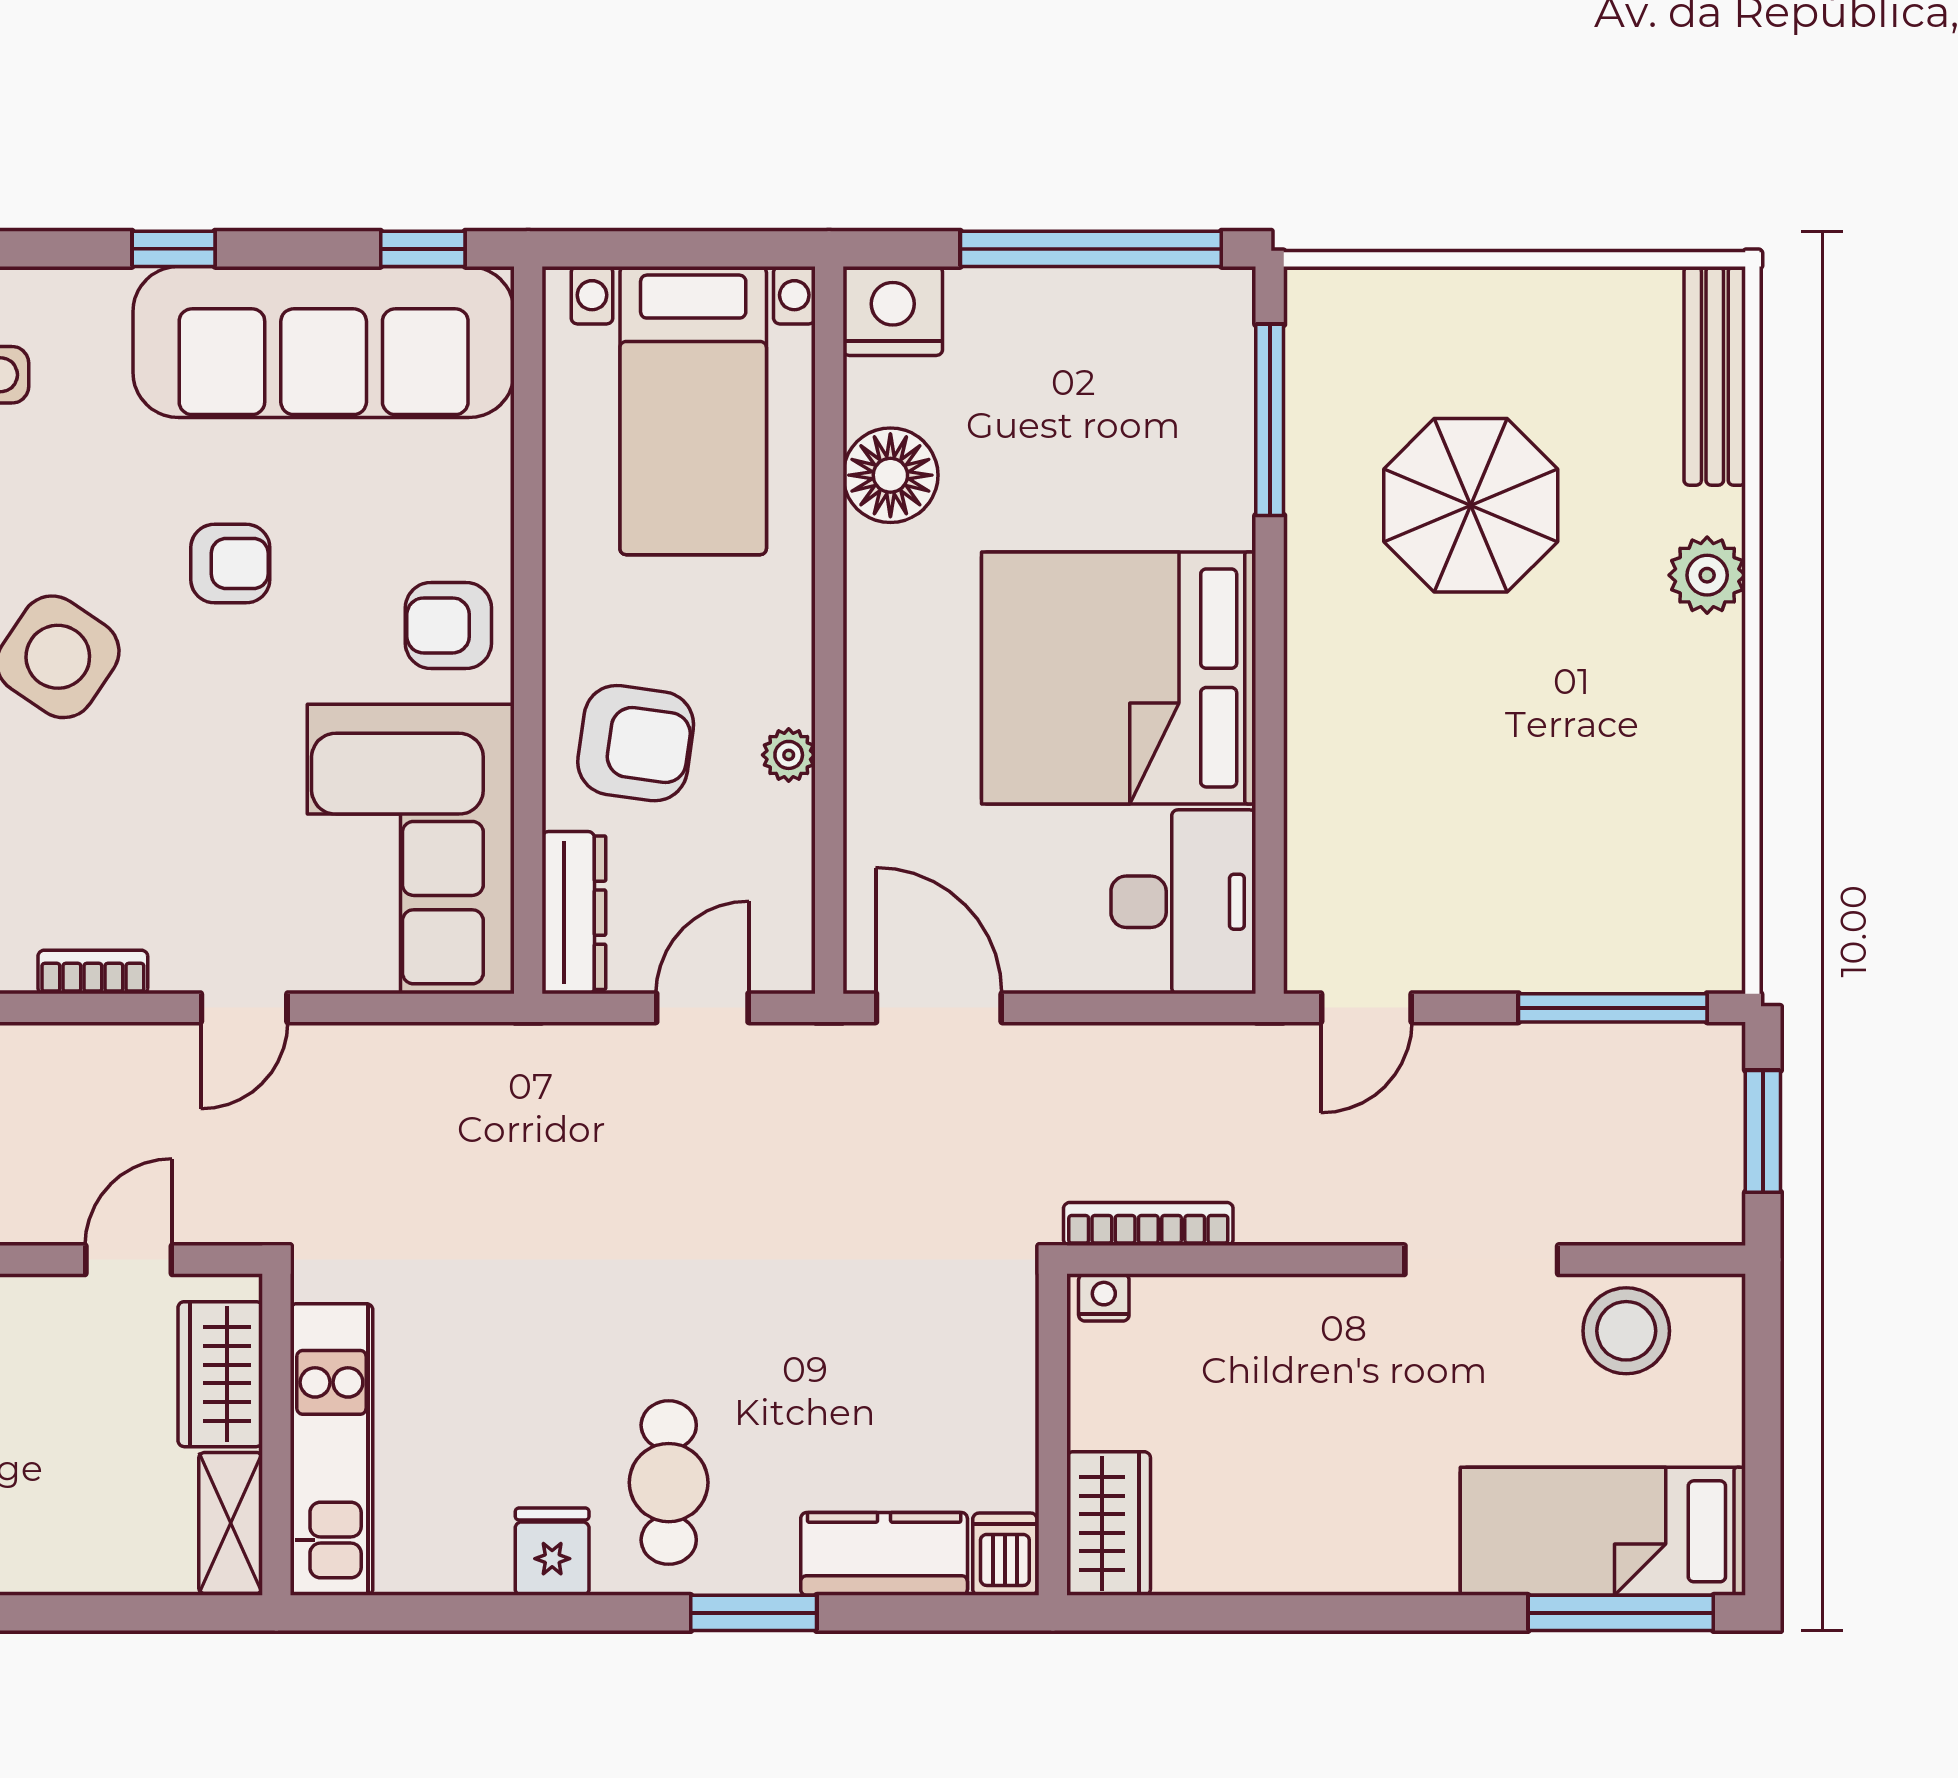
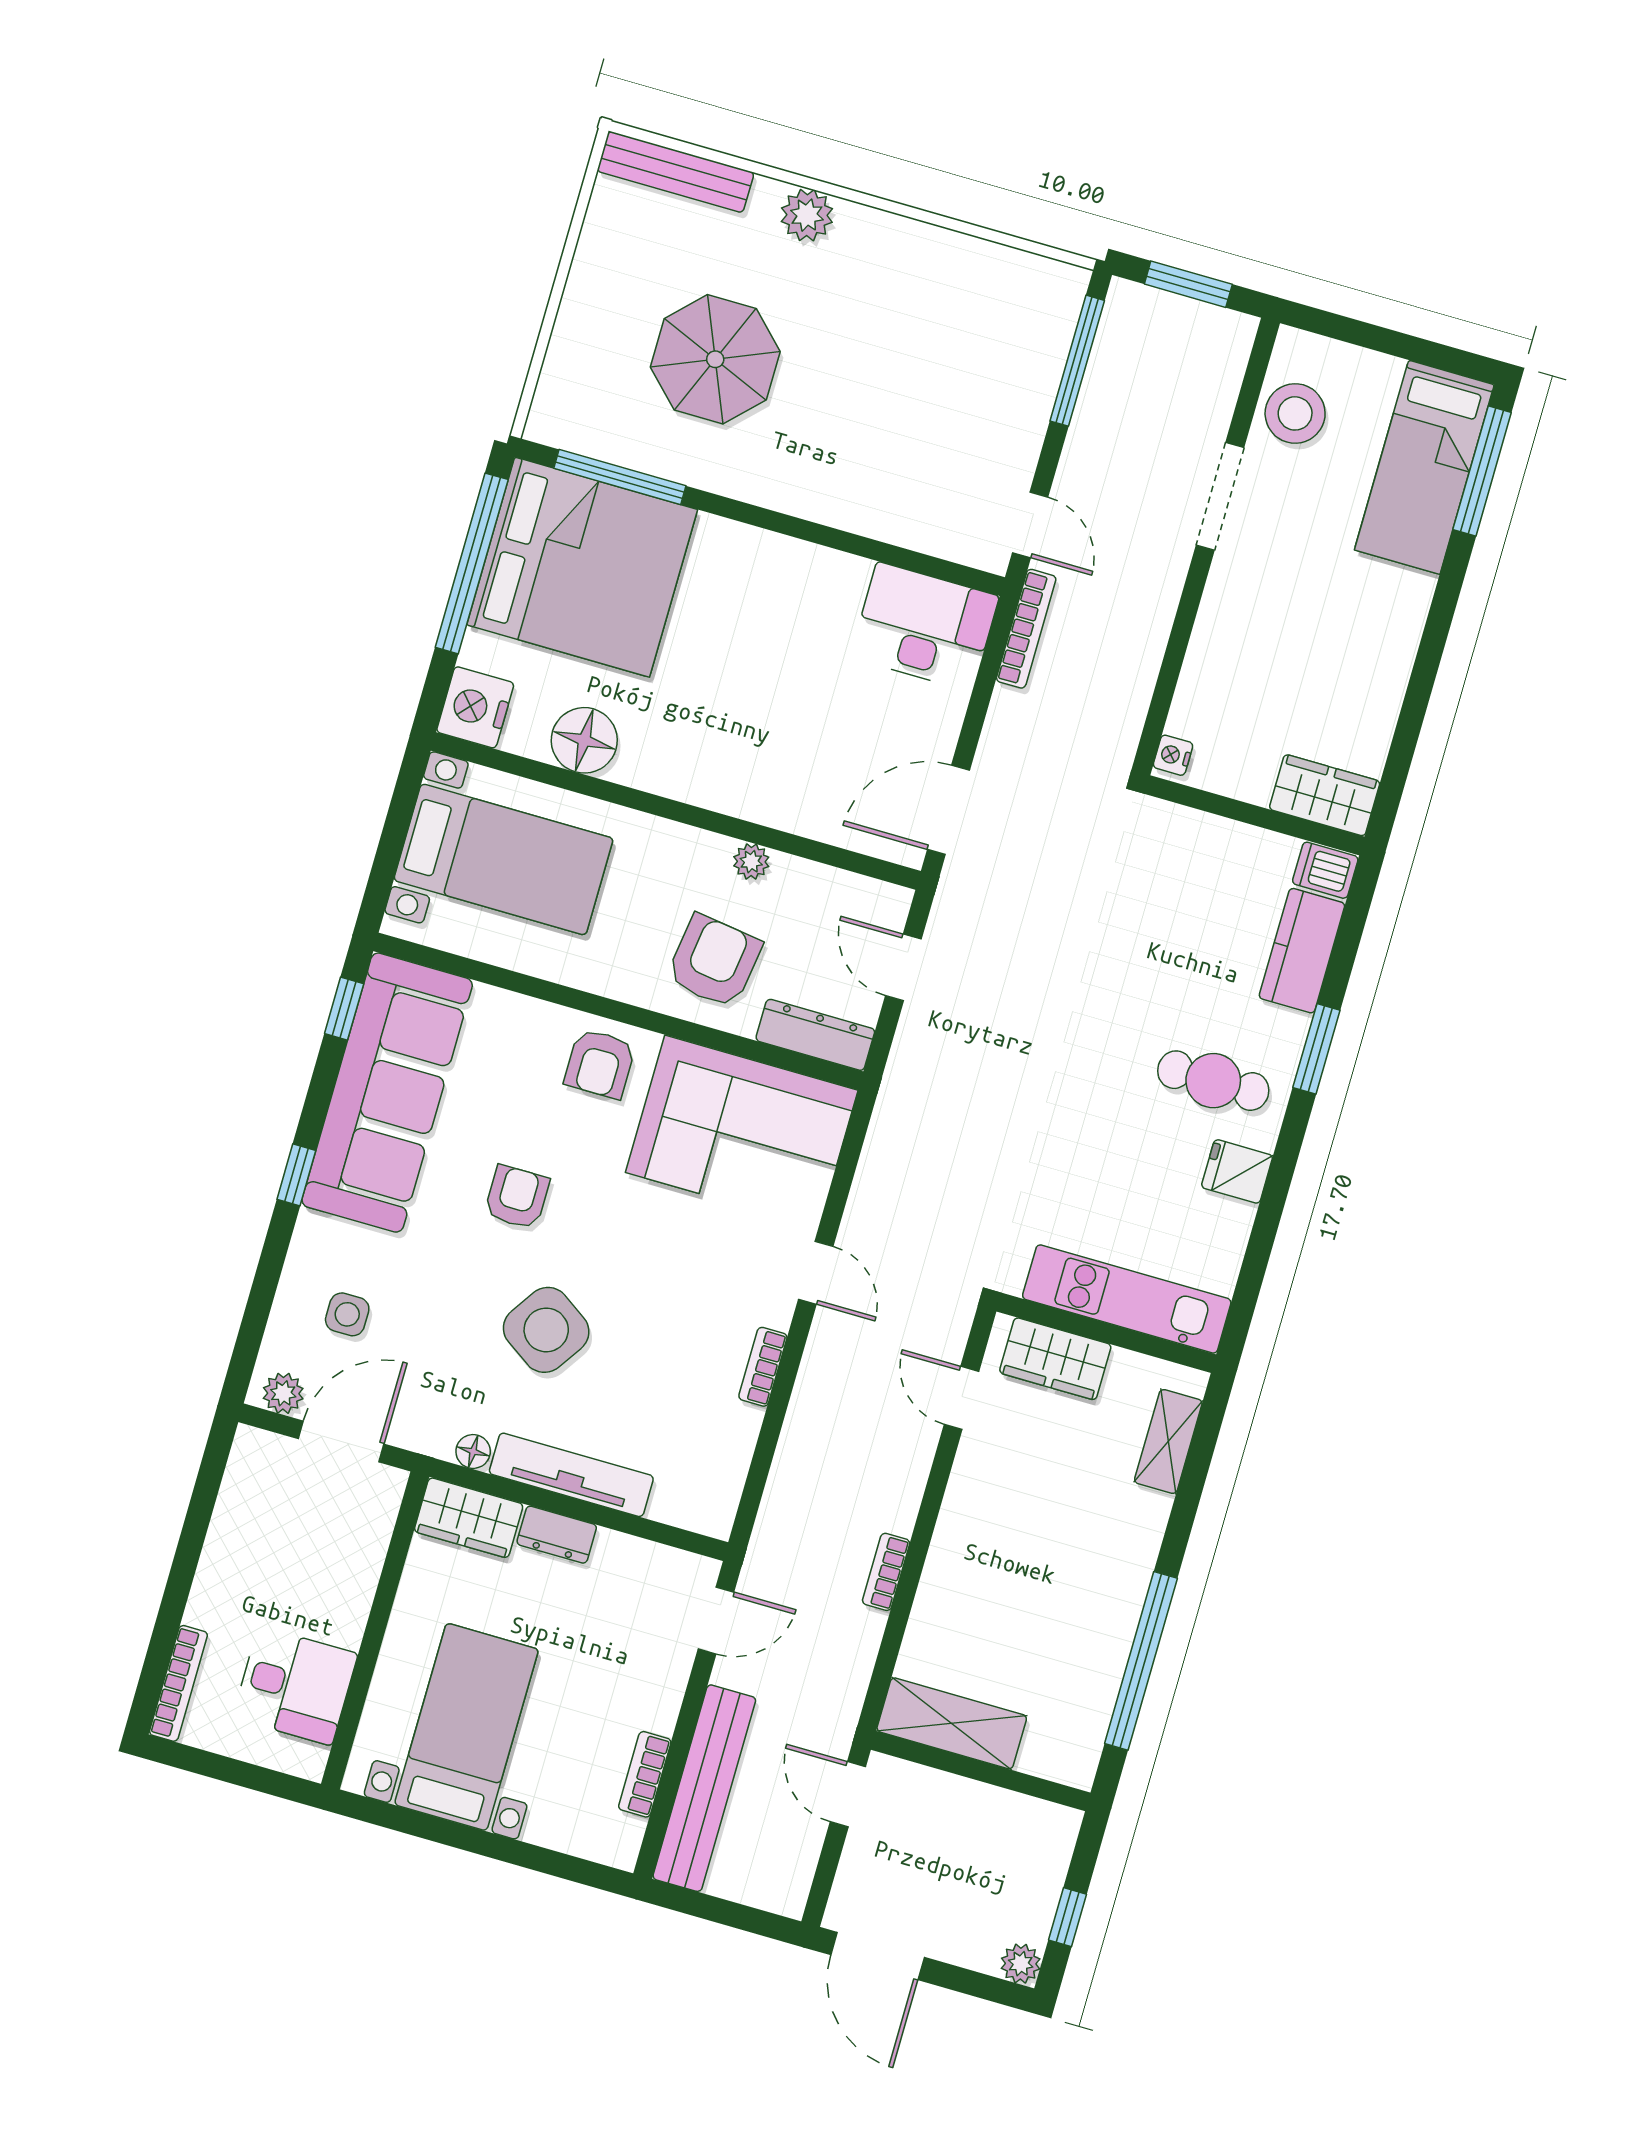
bed: (1119, 678) -> (582, 567), moved, turned -90
bookcase: (1148, 1224) -> (1026, 629), moved, turned 180
shelving: (231, 1523) -> (1168, 1442), moved, turned 90

